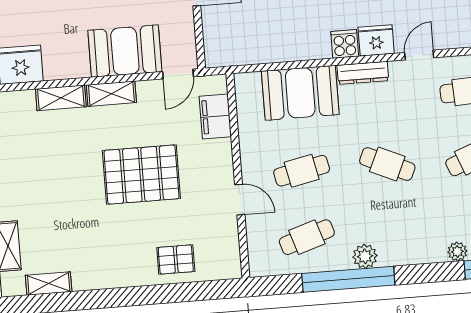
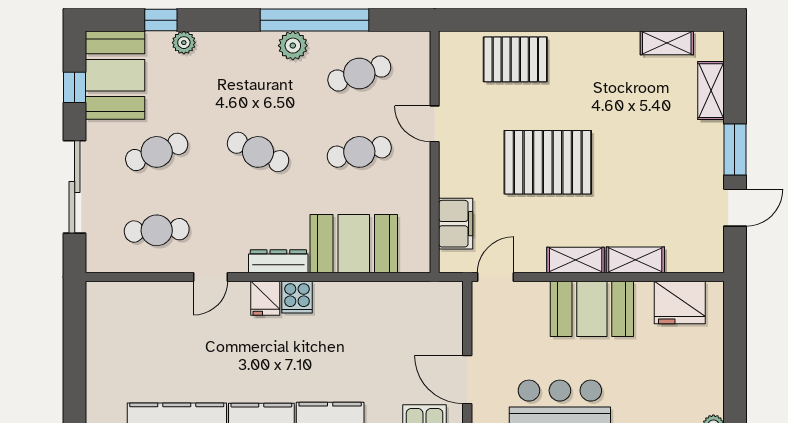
fridge: (376, 40) -> (265, 298), width x0.72
booth: (125, 51) -> (592, 309), moved
pallet: (176, 259) -> (515, 59), width x1.50, depth x1.42

